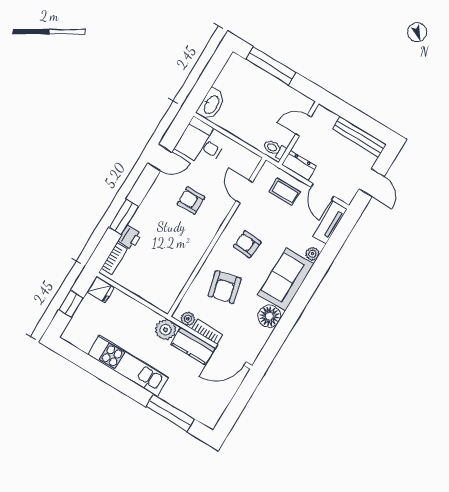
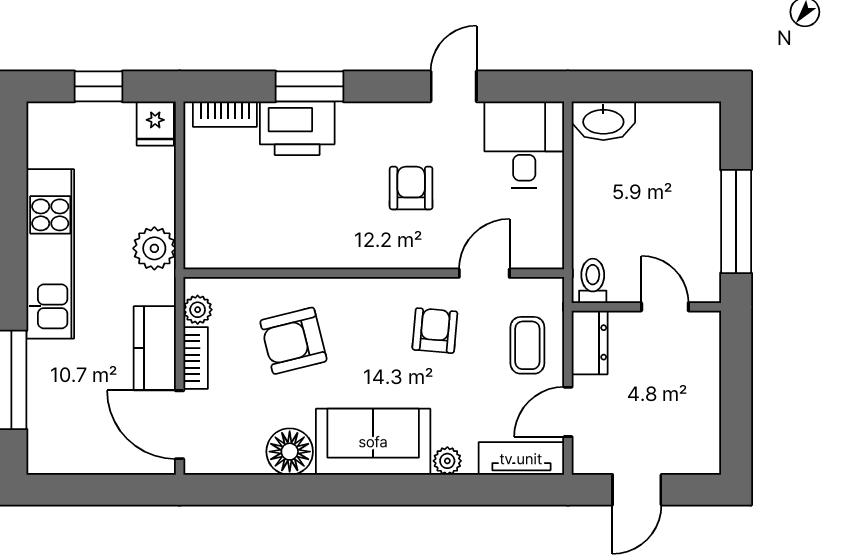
window: (271, 66) -> (736, 221), moved
bench: (359, 137) -> (705, 419), removed
door: (160, 158) -> (454, 86), swing flipped
printer: (130, 237) -> (297, 128), width x1.87, depth x1.48
armchair: (247, 244) -> (435, 331), moved
plant: (166, 330) -> (154, 248), moved

